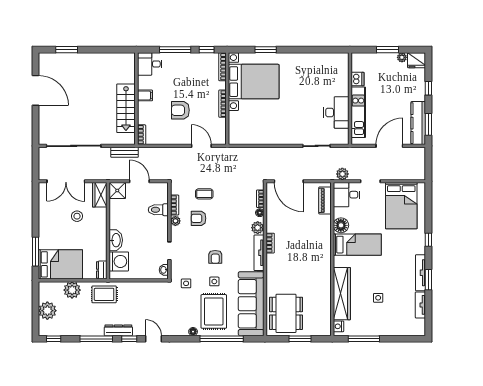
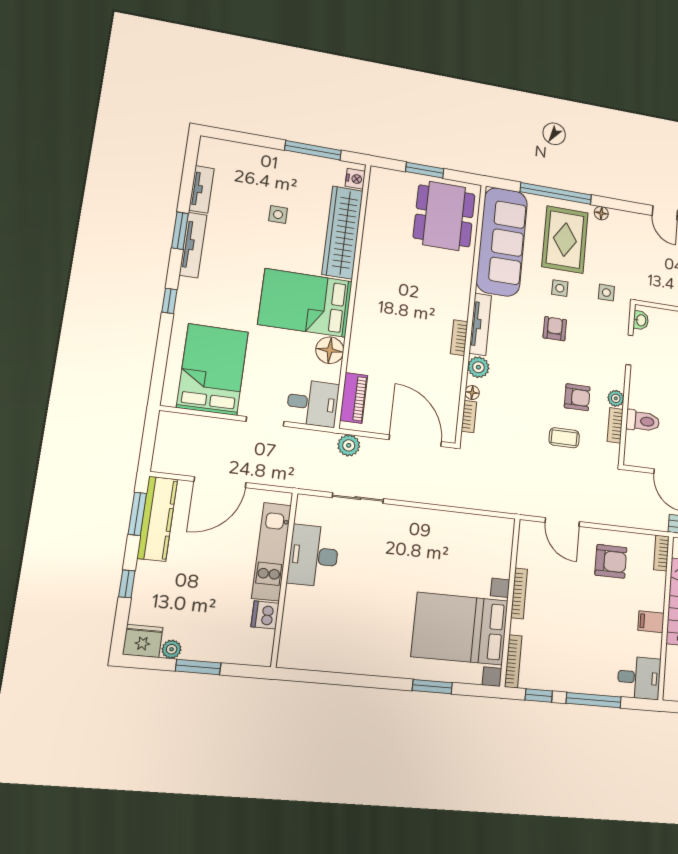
armchair: (180, 110) -> (611, 561), moved
plant: (342, 174) -> (349, 445), moved
bed: (357, 245) -> (305, 303), width x1.50

